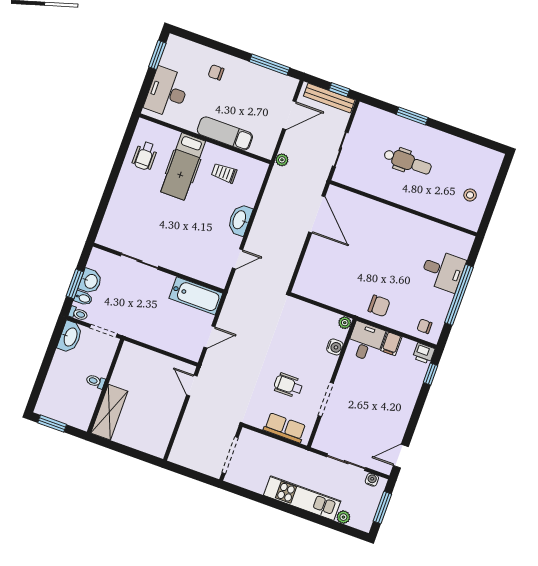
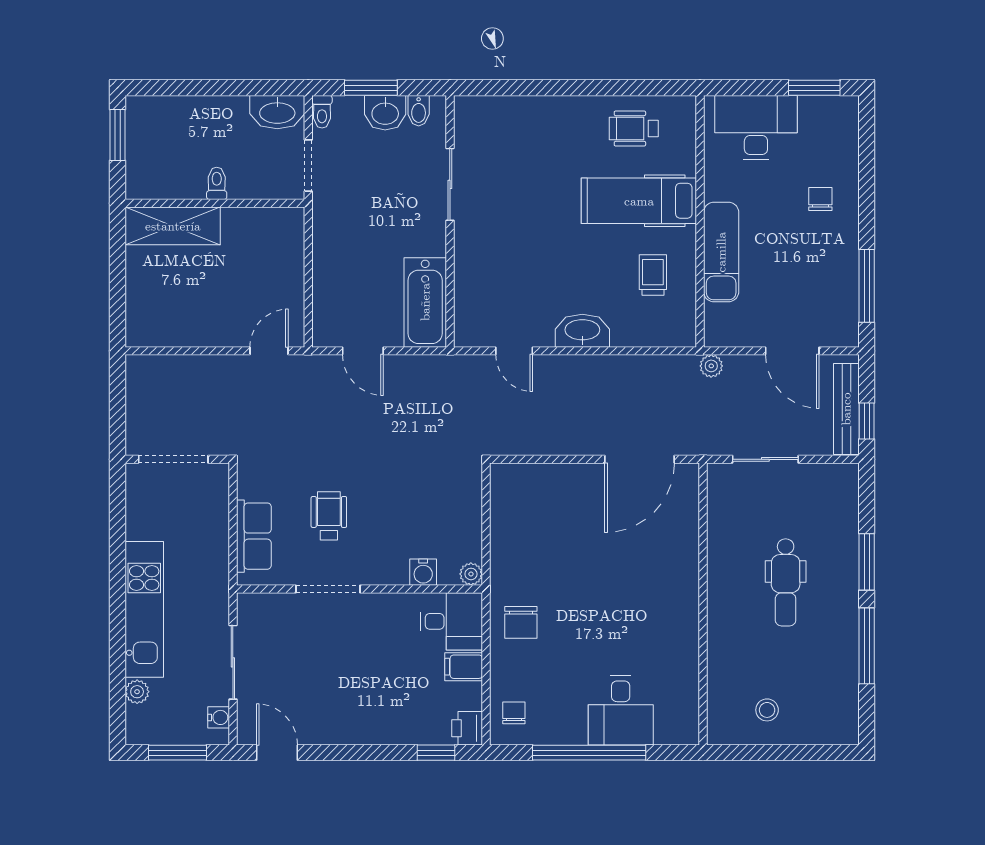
window: (455, 132) -> (867, 646), added
bidet: (83, 298) -> (419, 111), moved

